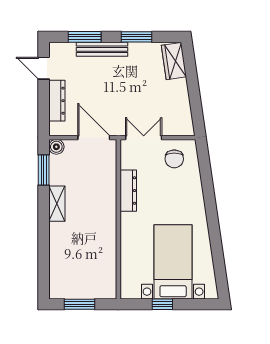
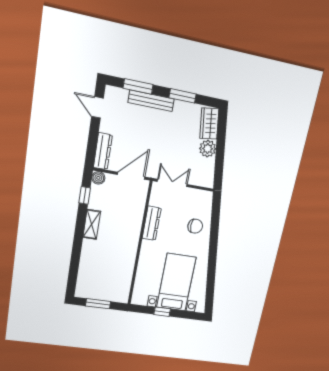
plant: (178, 90) -> (208, 149), added
dresser: (57, 101) -> (103, 151), moved
door: (94, 138) -> (131, 176), hinge flipped
chair: (174, 159) -> (195, 226), moved, turned -90
window: (44, 170) -> (85, 195), width x0.67

